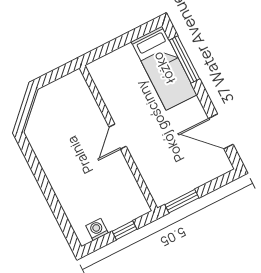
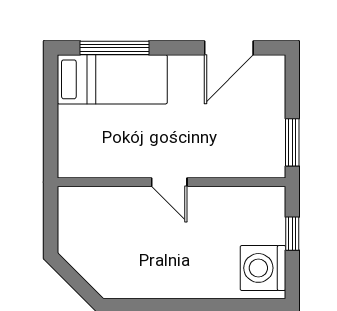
washing machine: (97, 229) -> (263, 268), width x1.89, depth x1.89

